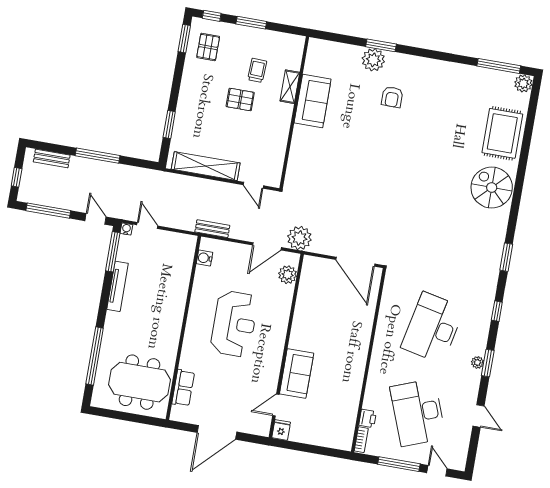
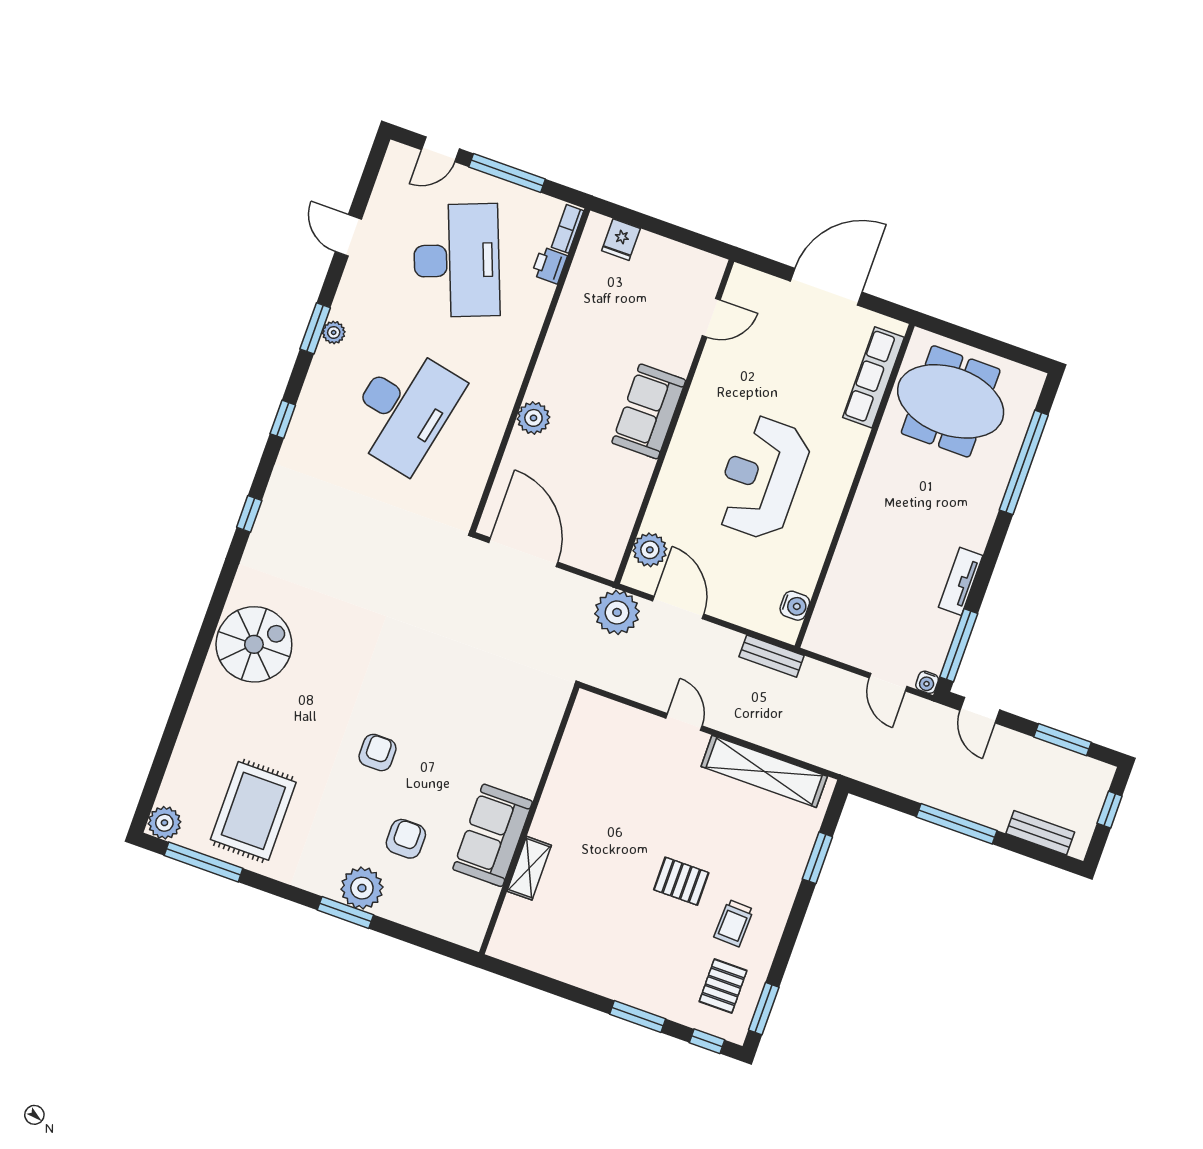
window: (381, 45) -> (345, 912), moved
plant: (373, 60) -> (362, 888), moved
trolley: (257, 70) -> (734, 923), moved
shelving: (290, 87) -> (529, 868), moved
sofa: (313, 101) -> (493, 835), moved
wall: (294, 113) -> (529, 820), moved
rug: (502, 133) -> (253, 811), moved
armchair: (415, 141) -> (378, 753), added
spiral stairs: (492, 188) -> (254, 644), turned -90
window: (48, 211) -> (1063, 740), width x0.69
door: (267, 246) -> (678, 607), hinge flipped
window: (506, 257) -> (249, 514), width x0.67
tv unit: (118, 286) -> (961, 581), width x0.71
plant: (362, 335) -> (533, 418), added
sofa: (297, 373) -> (649, 411), moved
row of seats: (183, 388) -> (873, 377), width x1.48
fridge: (281, 430) -> (621, 240), moved
door: (437, 471) -> (440, 149), hinge flipped

